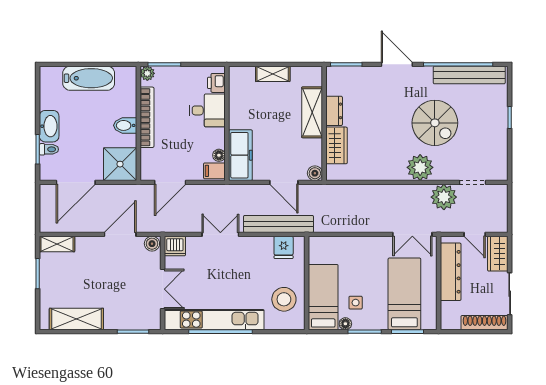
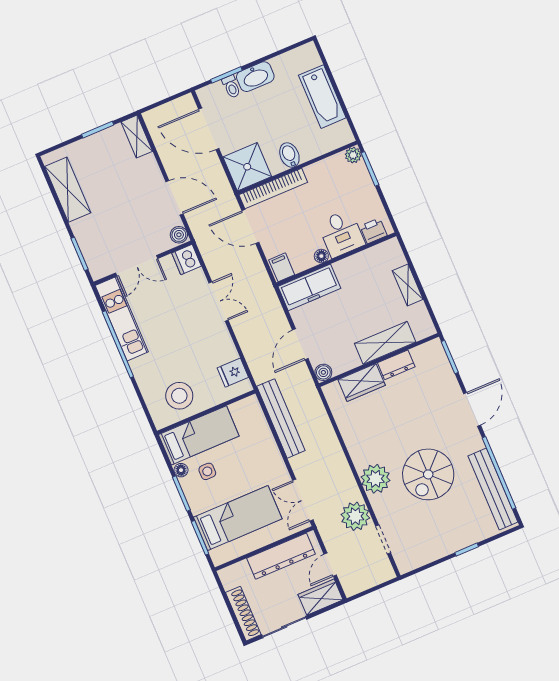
bookcase: (147, 117) -> (273, 189), moved
floor lamp: (219, 155) -> (321, 256), moved
bench: (279, 224) -> (281, 418), moved
kitchen unit: (214, 320) -> (122, 319), width x0.73

